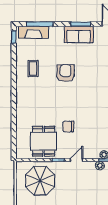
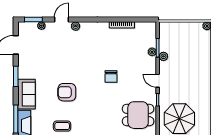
sofa: (79, 34) -> (26, 94), moved
chair: (68, 127) -> (111, 77), moved

